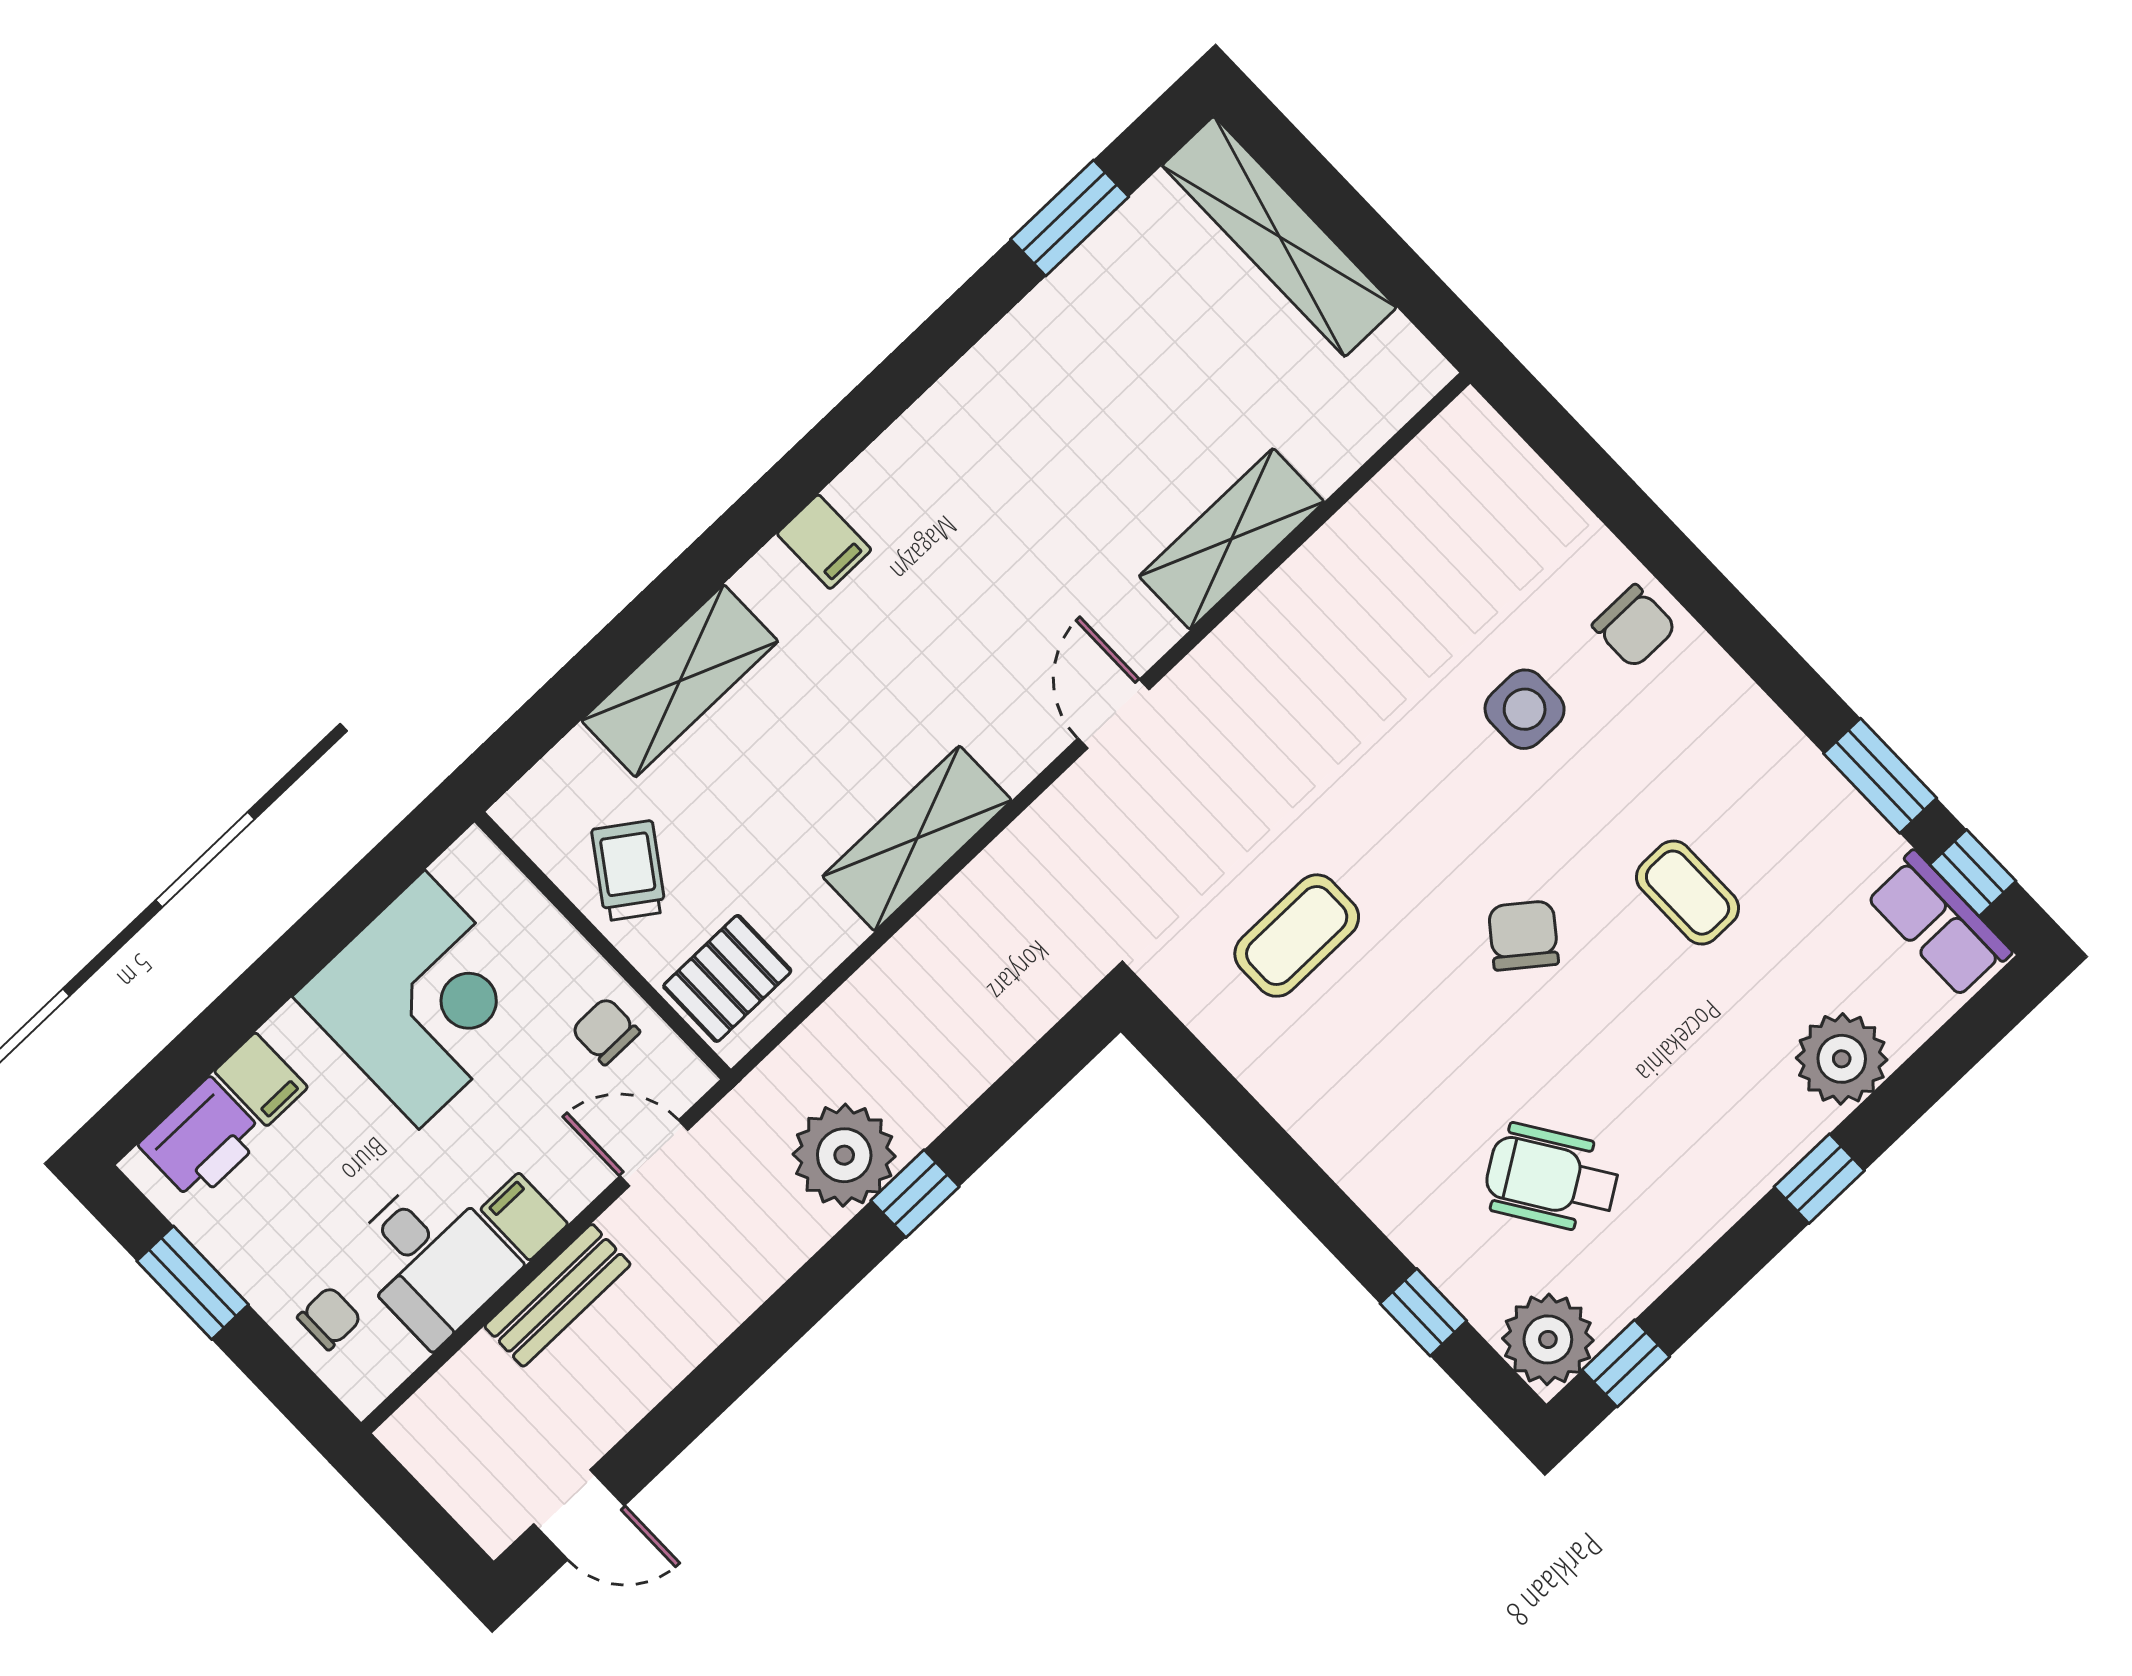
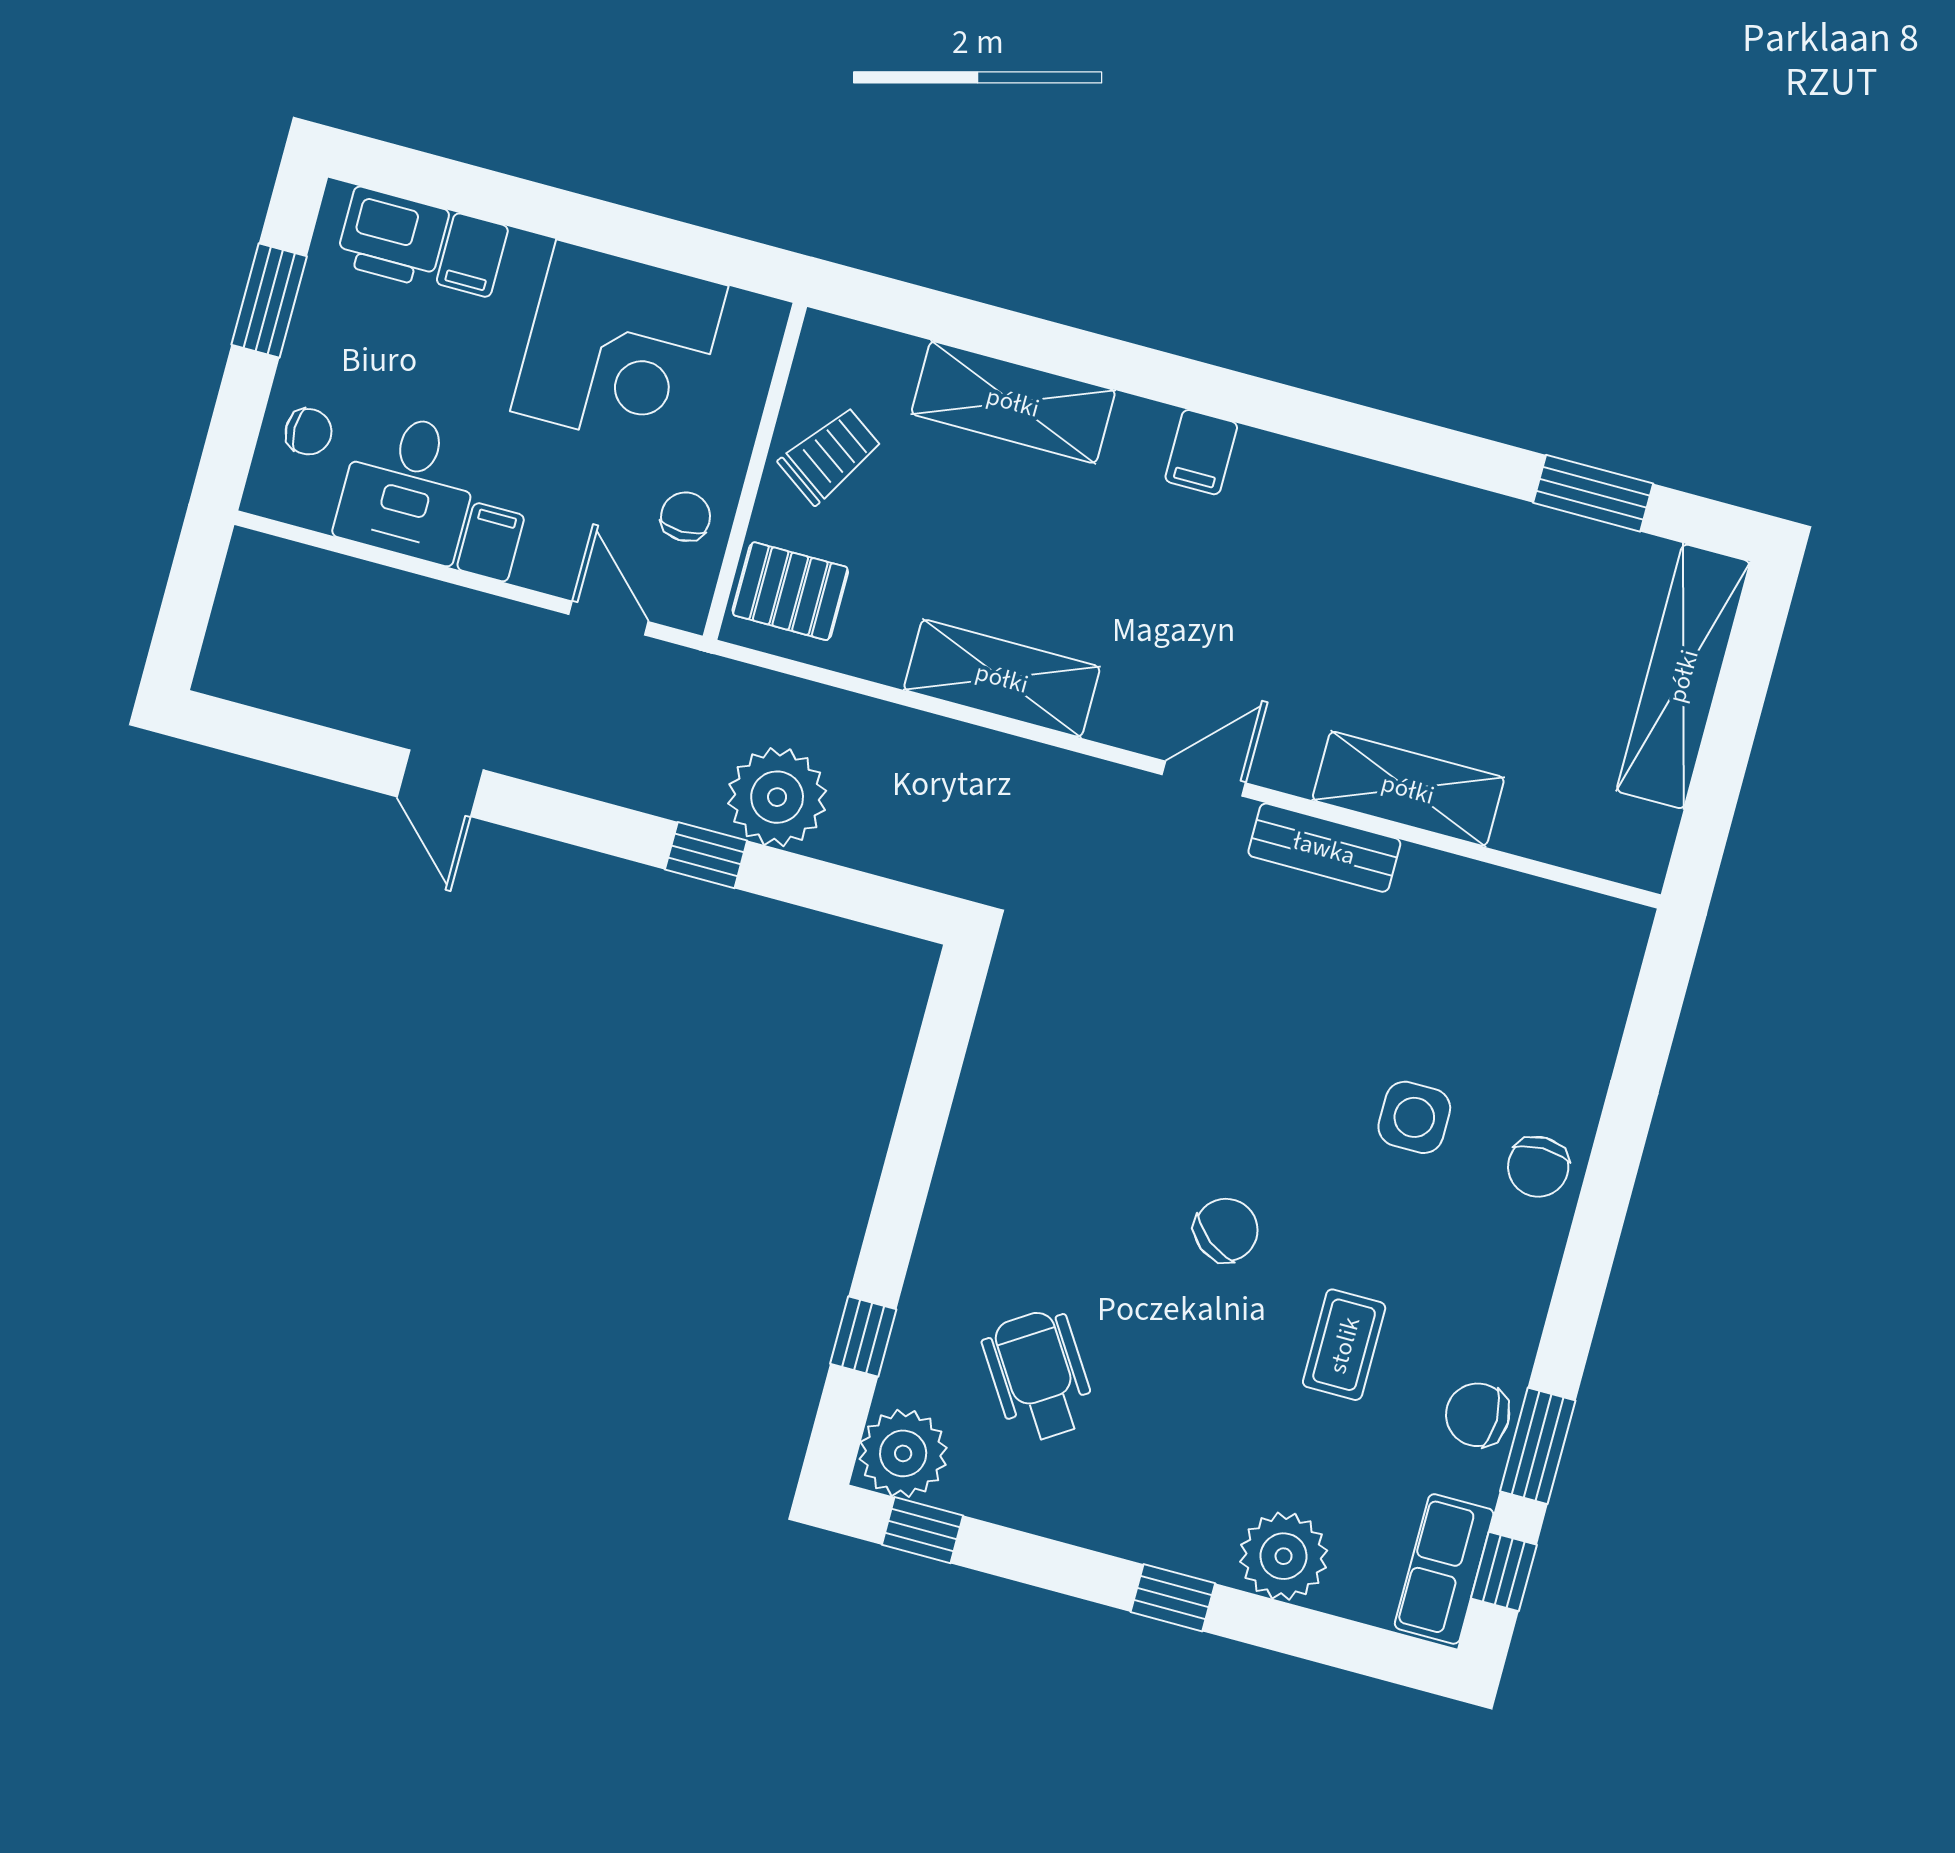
chair: (1821, 812) -> (1478, 1415), added
coffee table: (1297, 936) -> (1112, 1042), removed
plant: (844, 1155) -> (777, 797), moved
bench: (558, 1295) -> (1324, 848), moved
door: (579, 1515) -> (440, 783), moved

